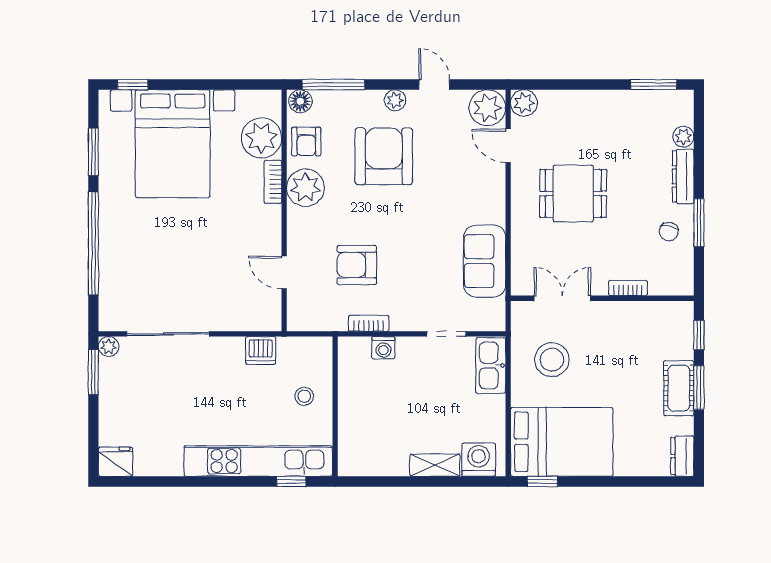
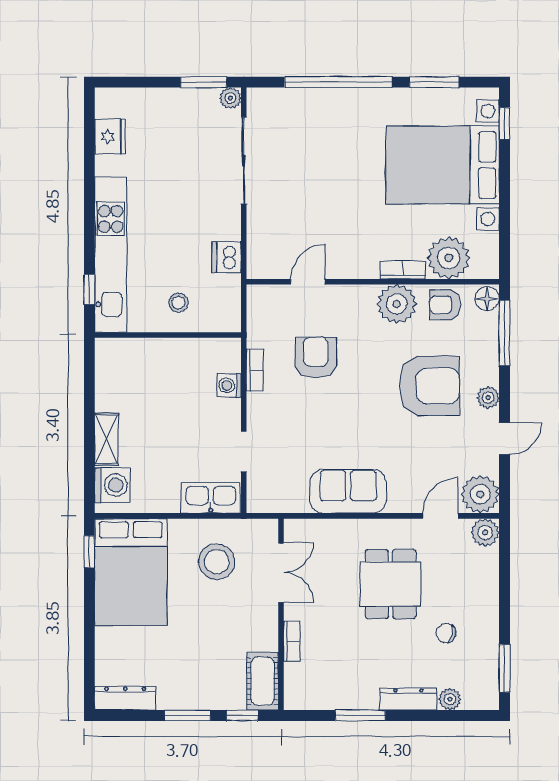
chair: (669, 232) -> (446, 633), moved
sofa: (485, 261) -> (348, 491), moved
cot: (679, 388) -> (263, 681), moved, turned 90
dresser: (682, 456) -> (125, 698), width x1.44
fridge: (116, 462) -> (110, 137), moved

